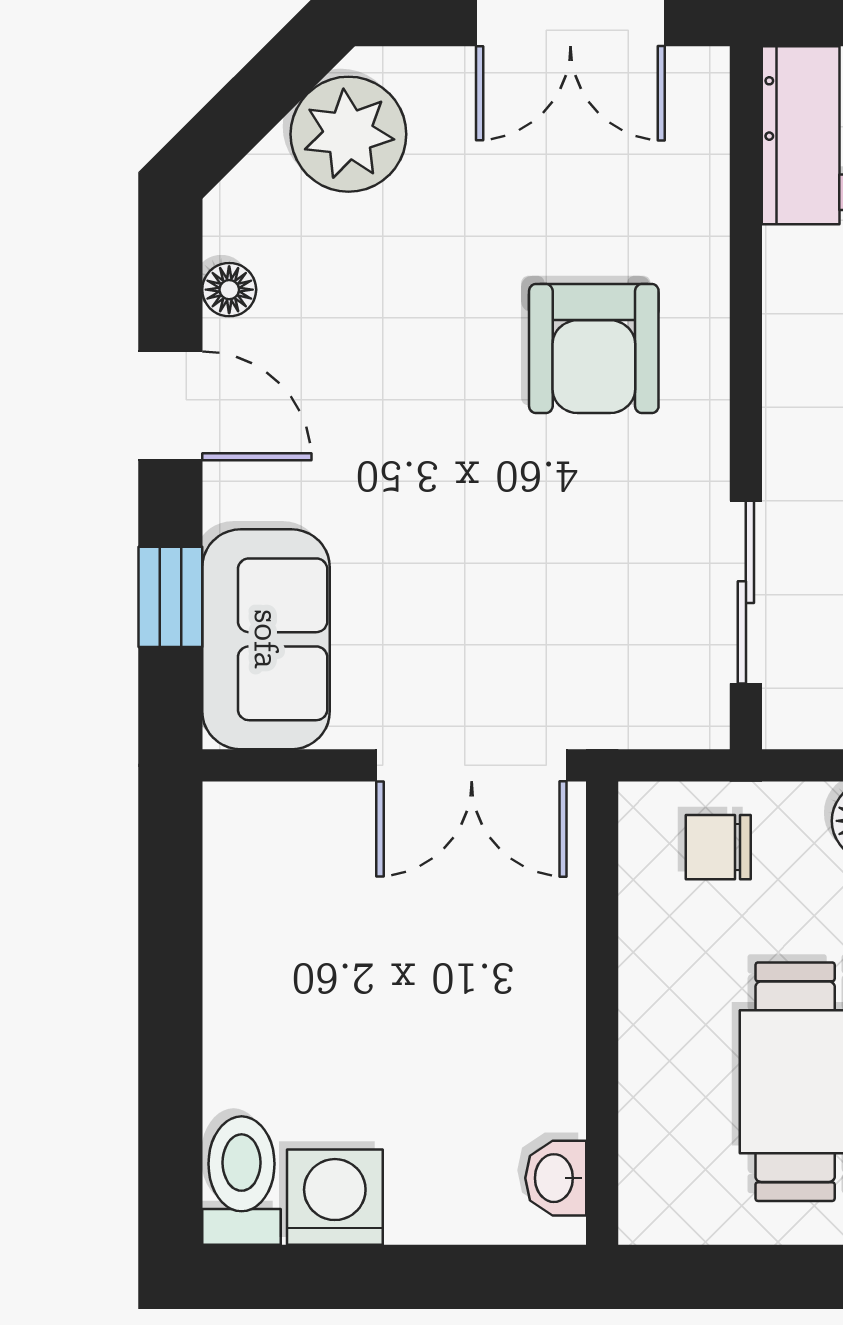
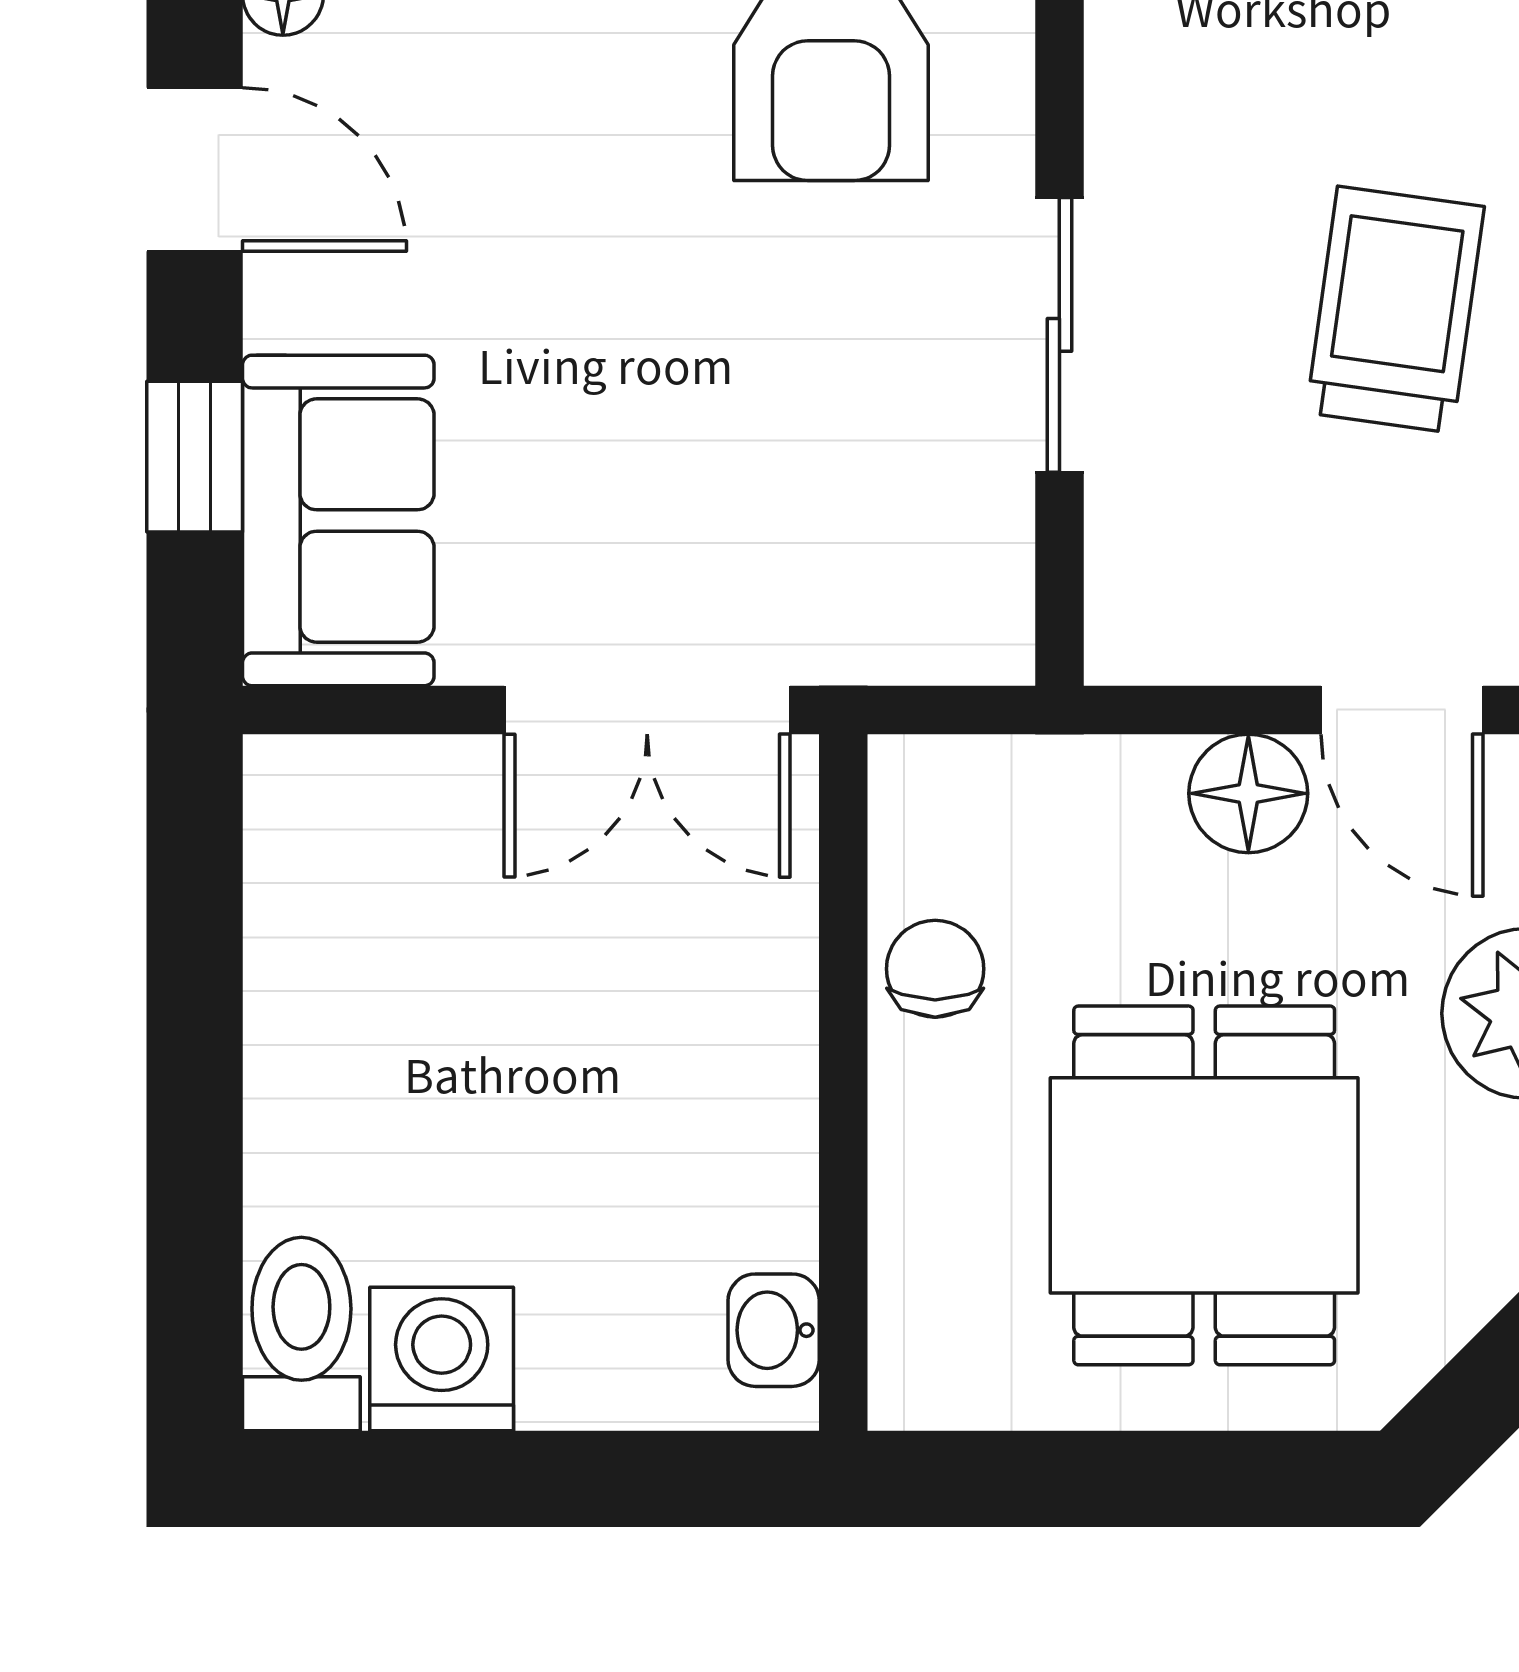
sliding door: (746, 592) -> (1059, 335), moved
chair: (718, 847) -> (935, 969), moved, turned 90

